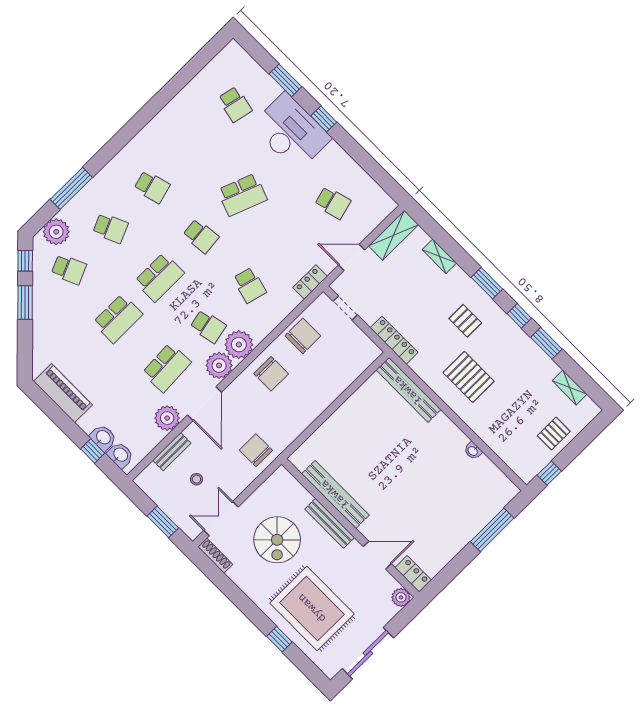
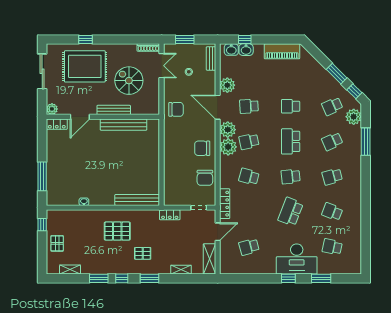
school desk: (193, 146) -> (332, 212), added
locker: (310, 282) -> (225, 204), width x1.53
school desk: (118, 318) -> (291, 106), width x0.54
locker: (394, 340) -> (170, 215), width x0.66
school desk: (167, 368) -> (249, 106), width x0.54
bench: (172, 452) -> (211, 58), moved

